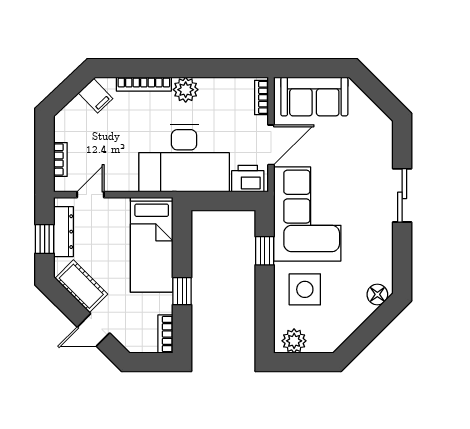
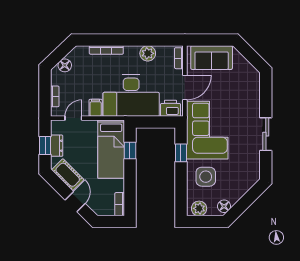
plant: (186, 90) -> (148, 53), moved
filing cabinet: (96, 96) -> (96, 108), moved, turned -136
floor lamp: (77, 109) -> (65, 65), added
sliding door: (402, 195) -> (266, 134), moved
dresser: (63, 232) -> (57, 146), width x0.70
window: (182, 291) -> (130, 150), moved
floor lamp: (377, 294) -> (224, 206), moved
door: (94, 330) -> (75, 202), swing flipped

